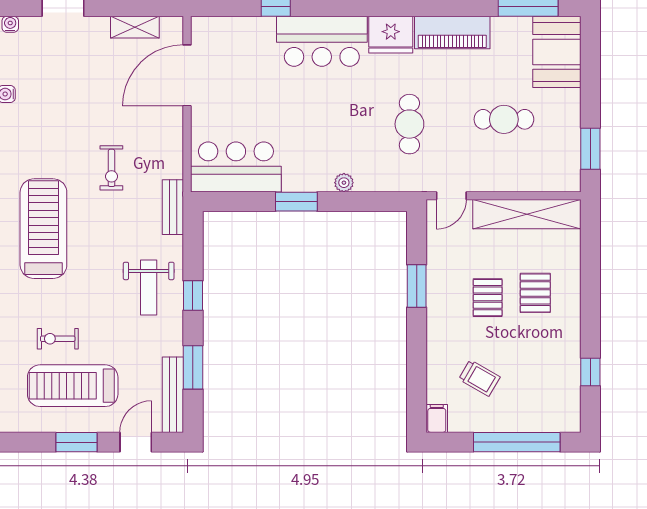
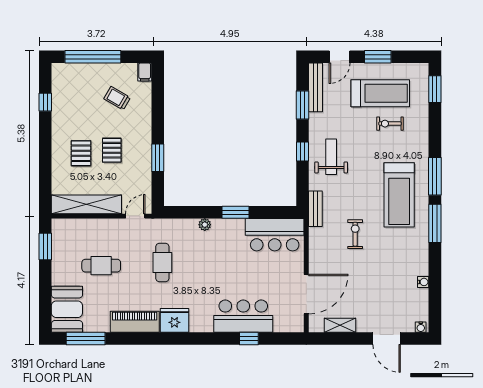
bar counter: (322, 41) -> (243, 316), moved
exercise bike: (58, 339) -> (390, 124), turned 180

